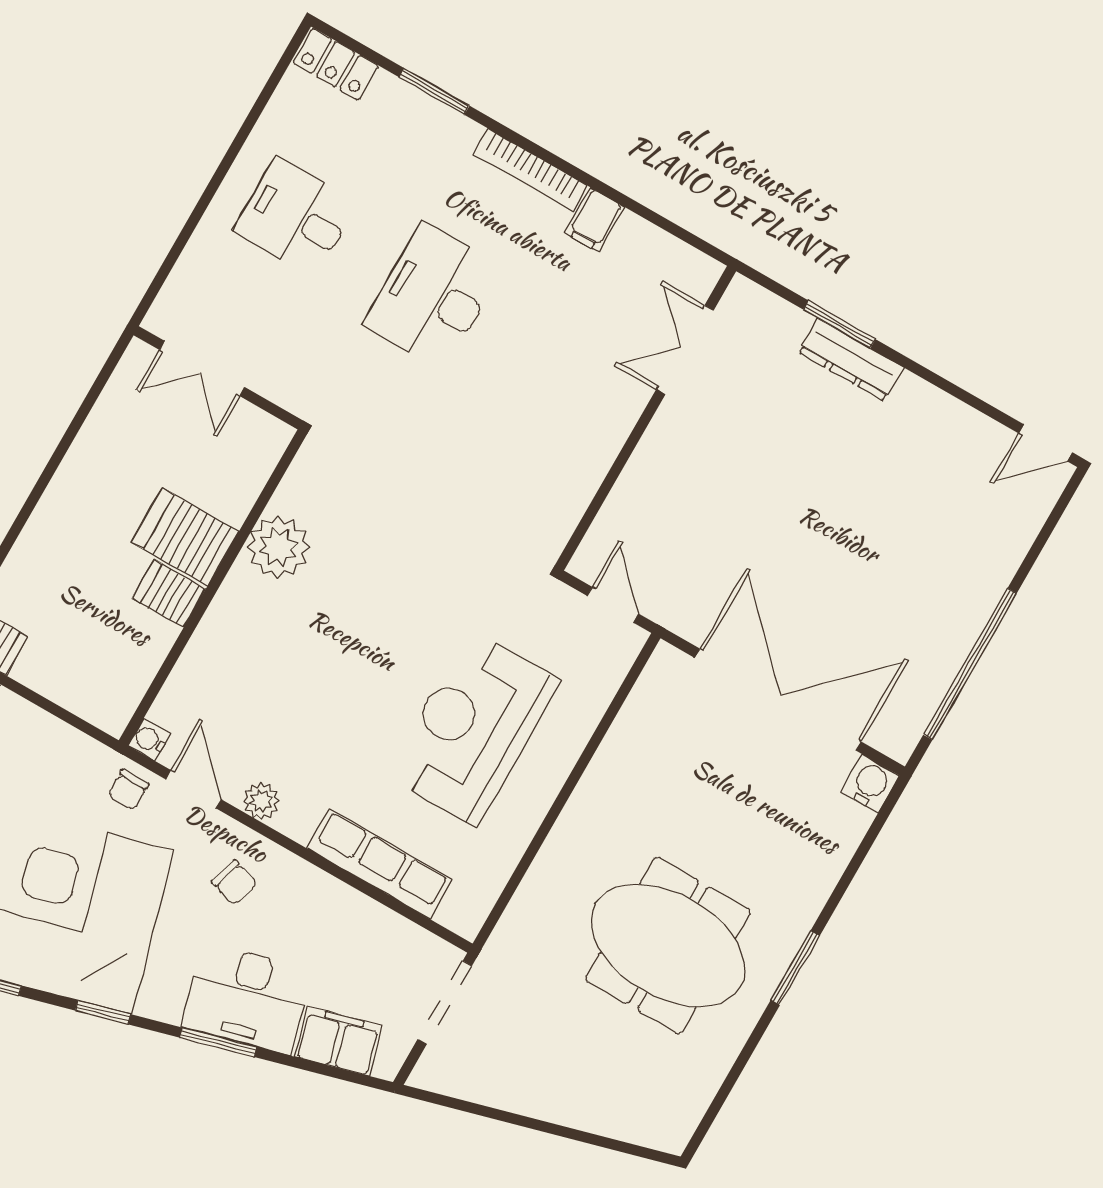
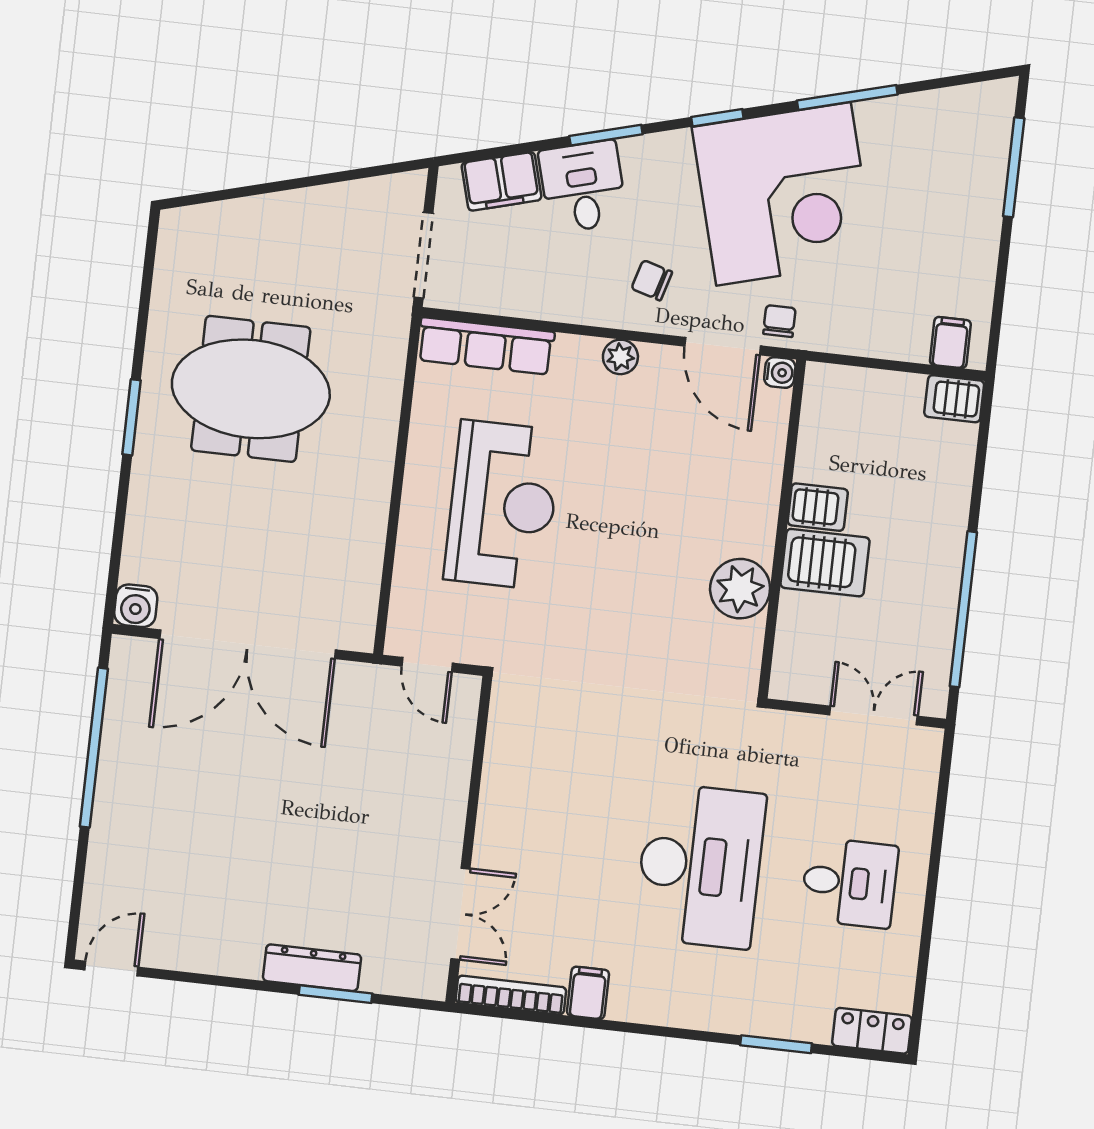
bookcase: (530, 170) -> (511, 995), moved
desk: (433, 296) -> (700, 866), width x1.36, depth x1.30
window: (71, 434) -> (963, 609), added
door: (193, 789) -> (723, 346), width x1.38
plant: (261, 801) -> (620, 357), moved
row of seats: (380, 864) -> (486, 346), moved
desk: (247, 998) -> (583, 187), width x0.73

